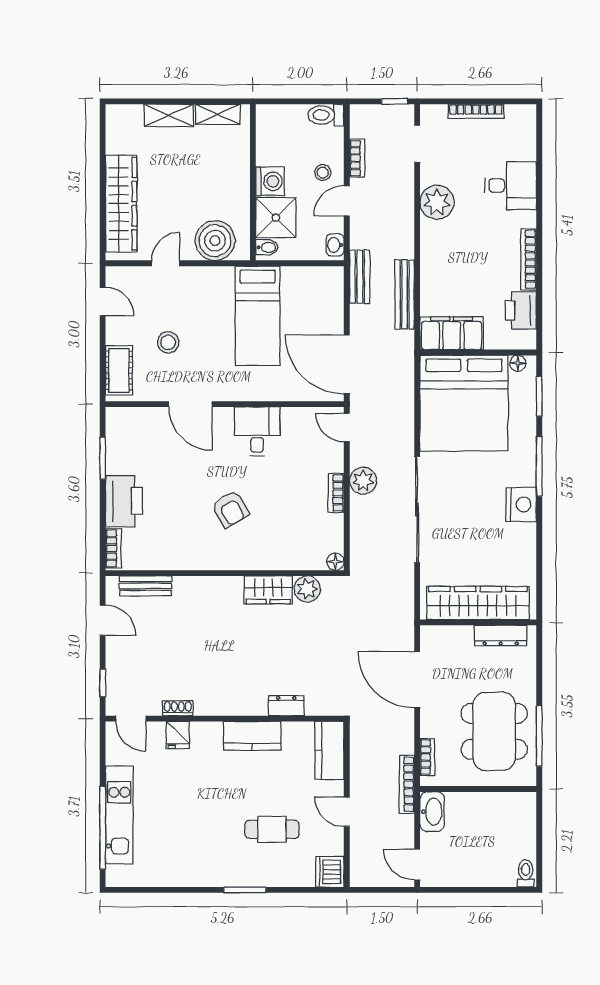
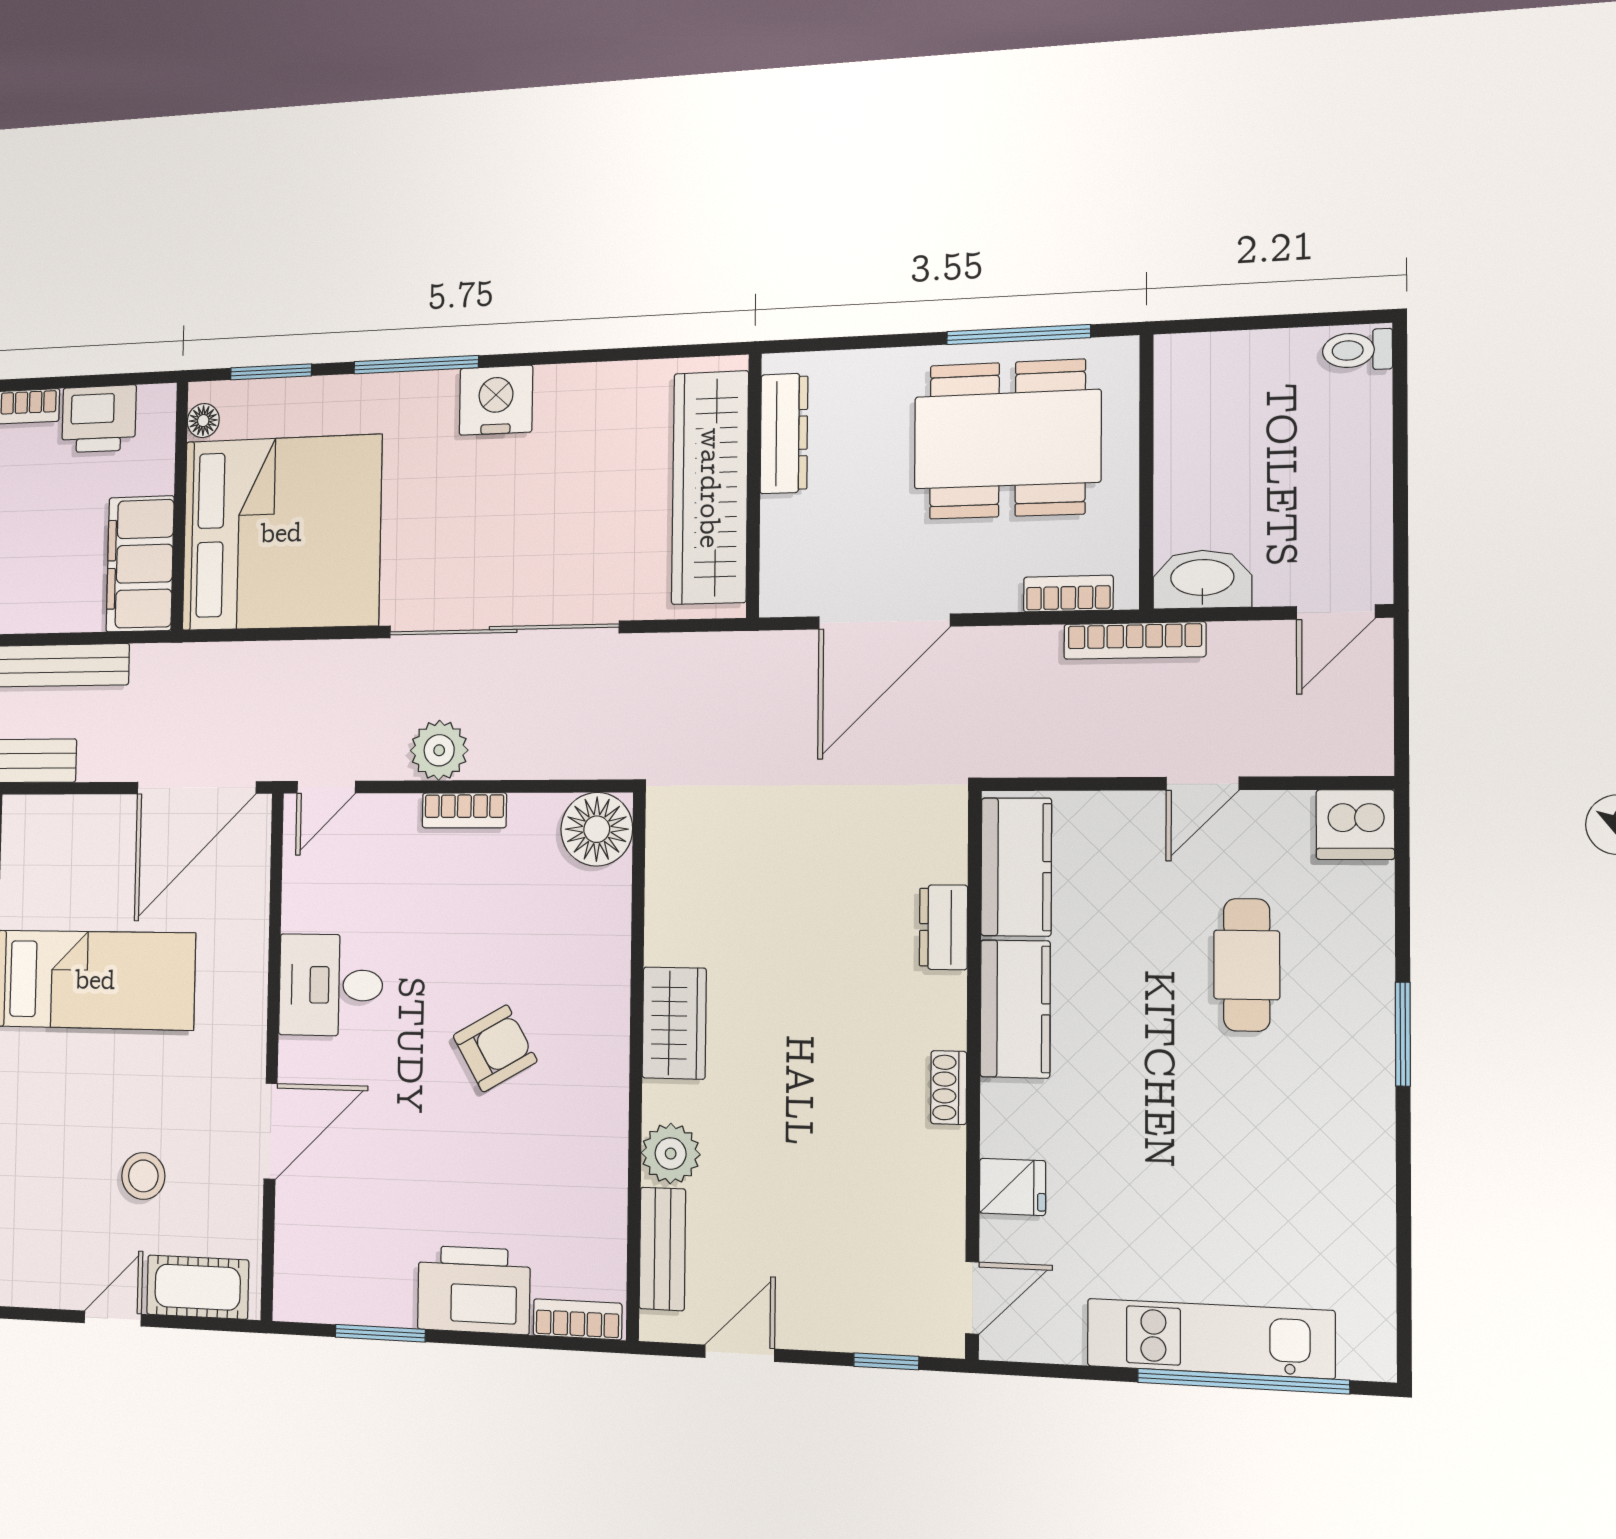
door: (103, 302) -> (113, 1318), moved
floor lamp: (335, 562) -> (597, 829), width x1.89, depth x1.89
plant: (307, 589) -> (671, 1154), moved
wardrobe: (268, 590) -> (674, 1023), moved
shoe rack: (178, 708) -> (949, 1088), moved
kitchen counter: (329, 750) -> (1016, 867), moved, turned -90

